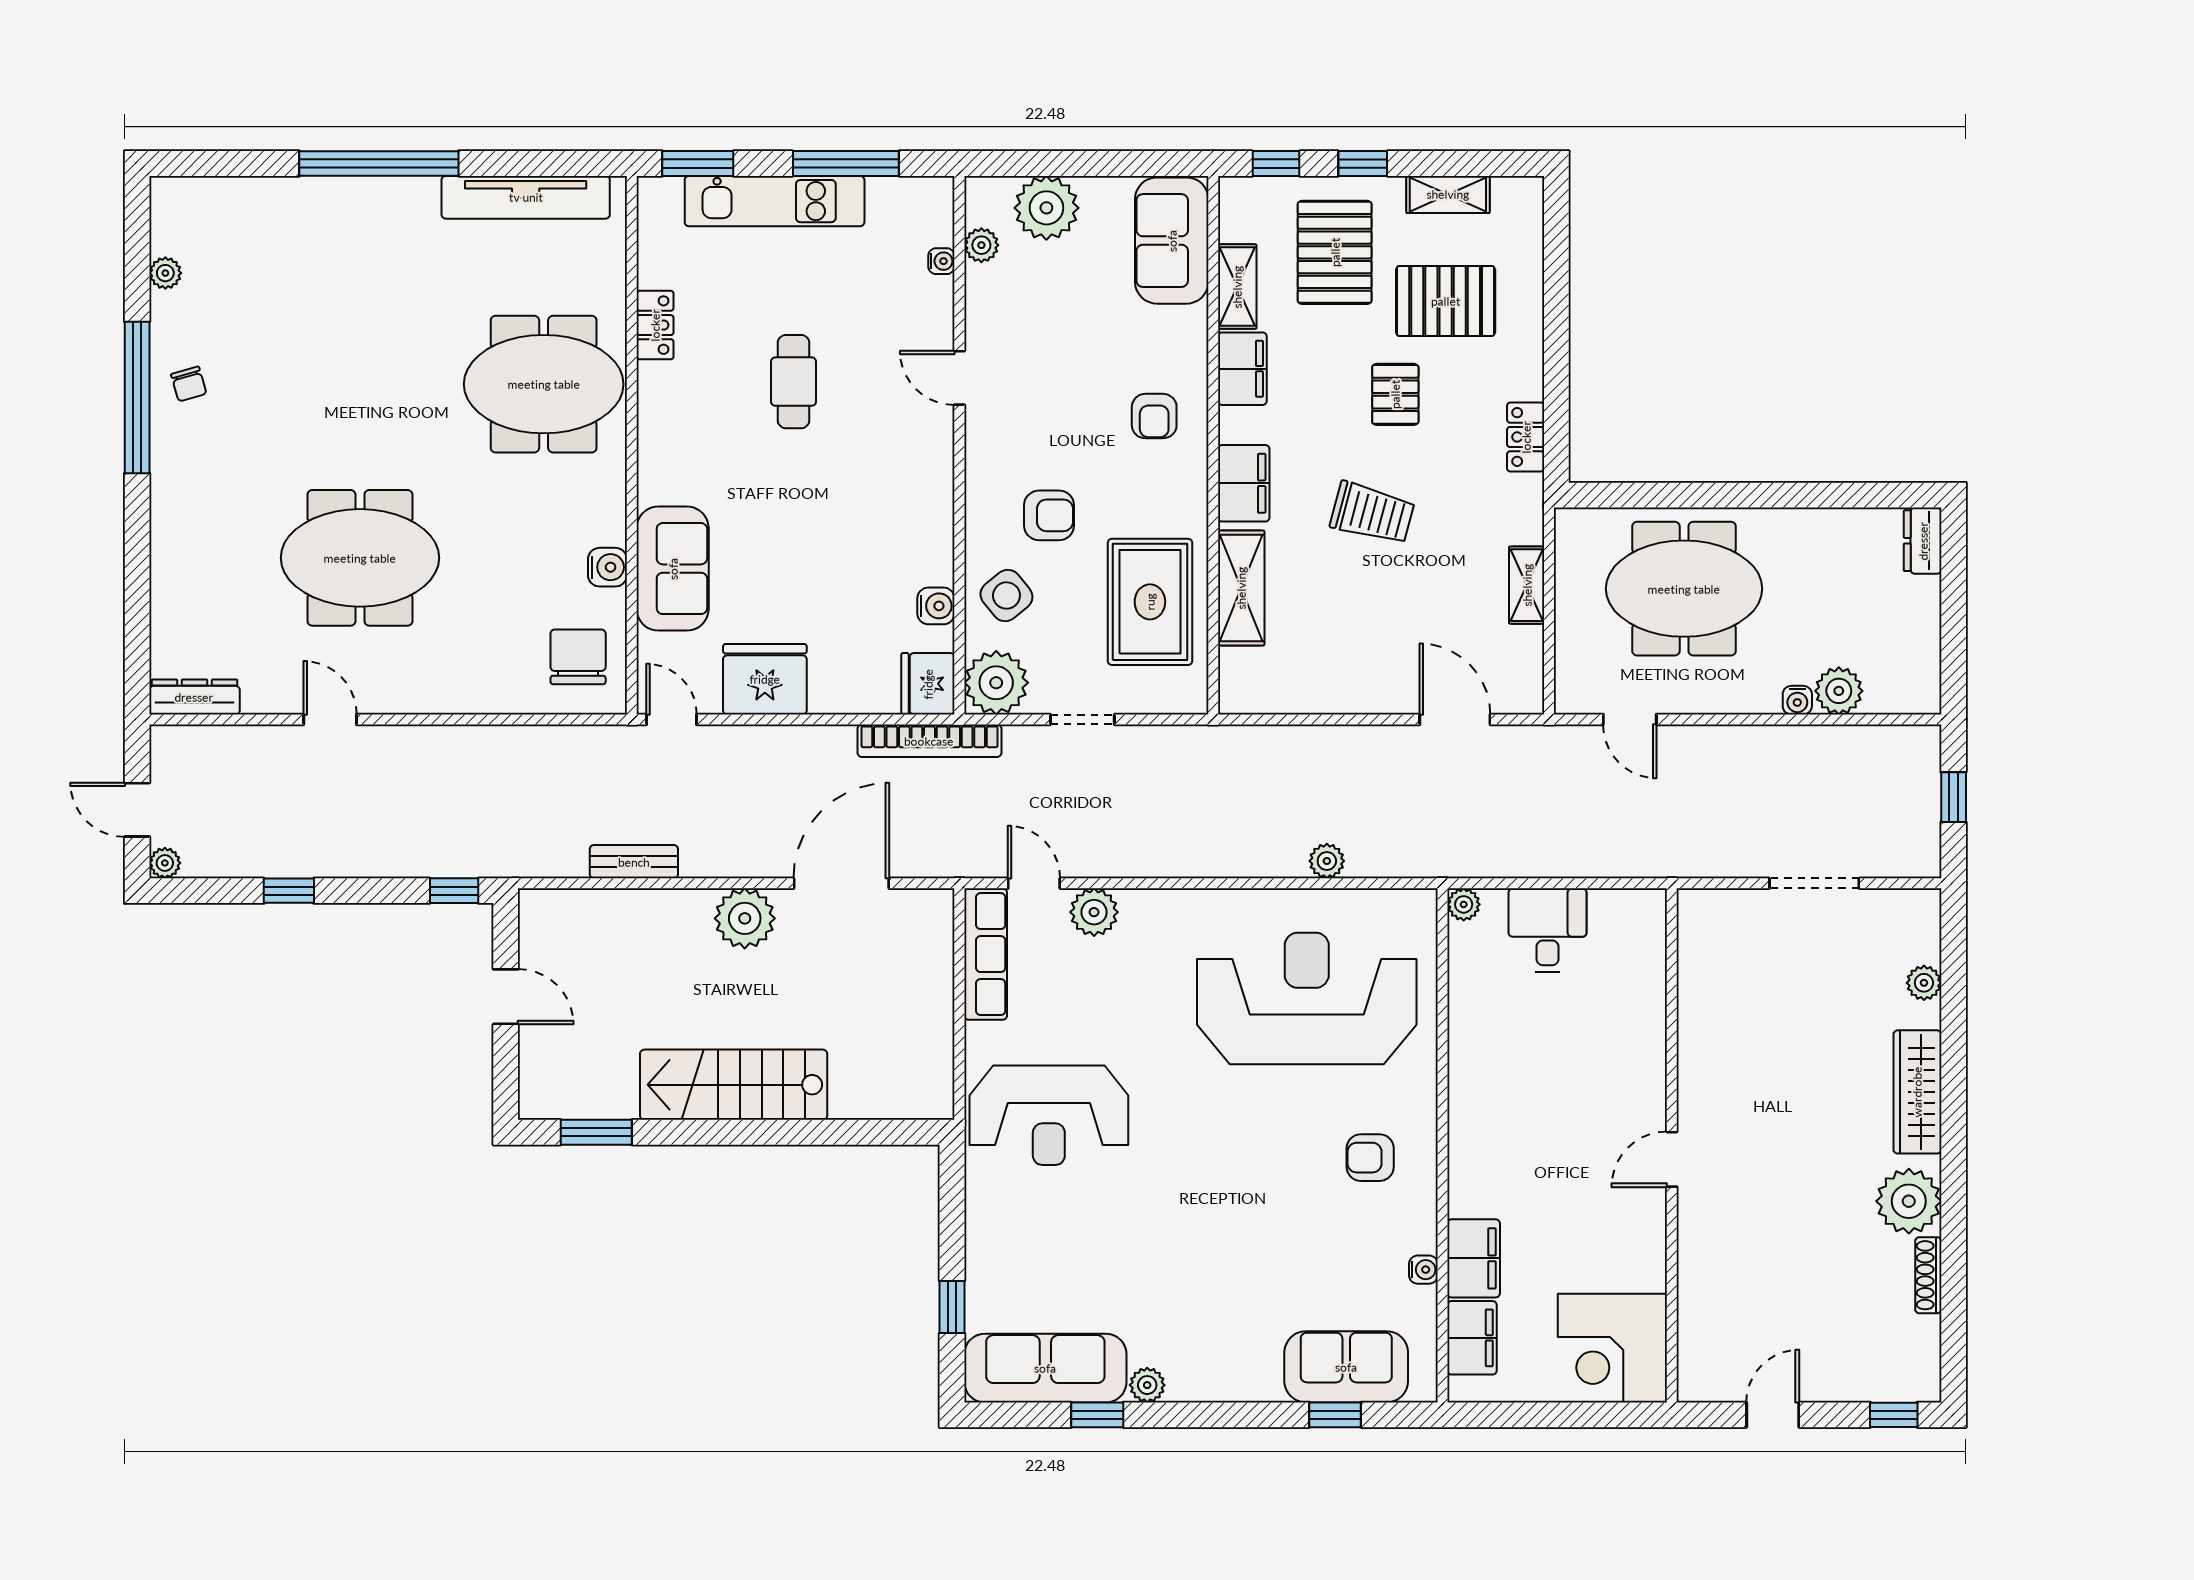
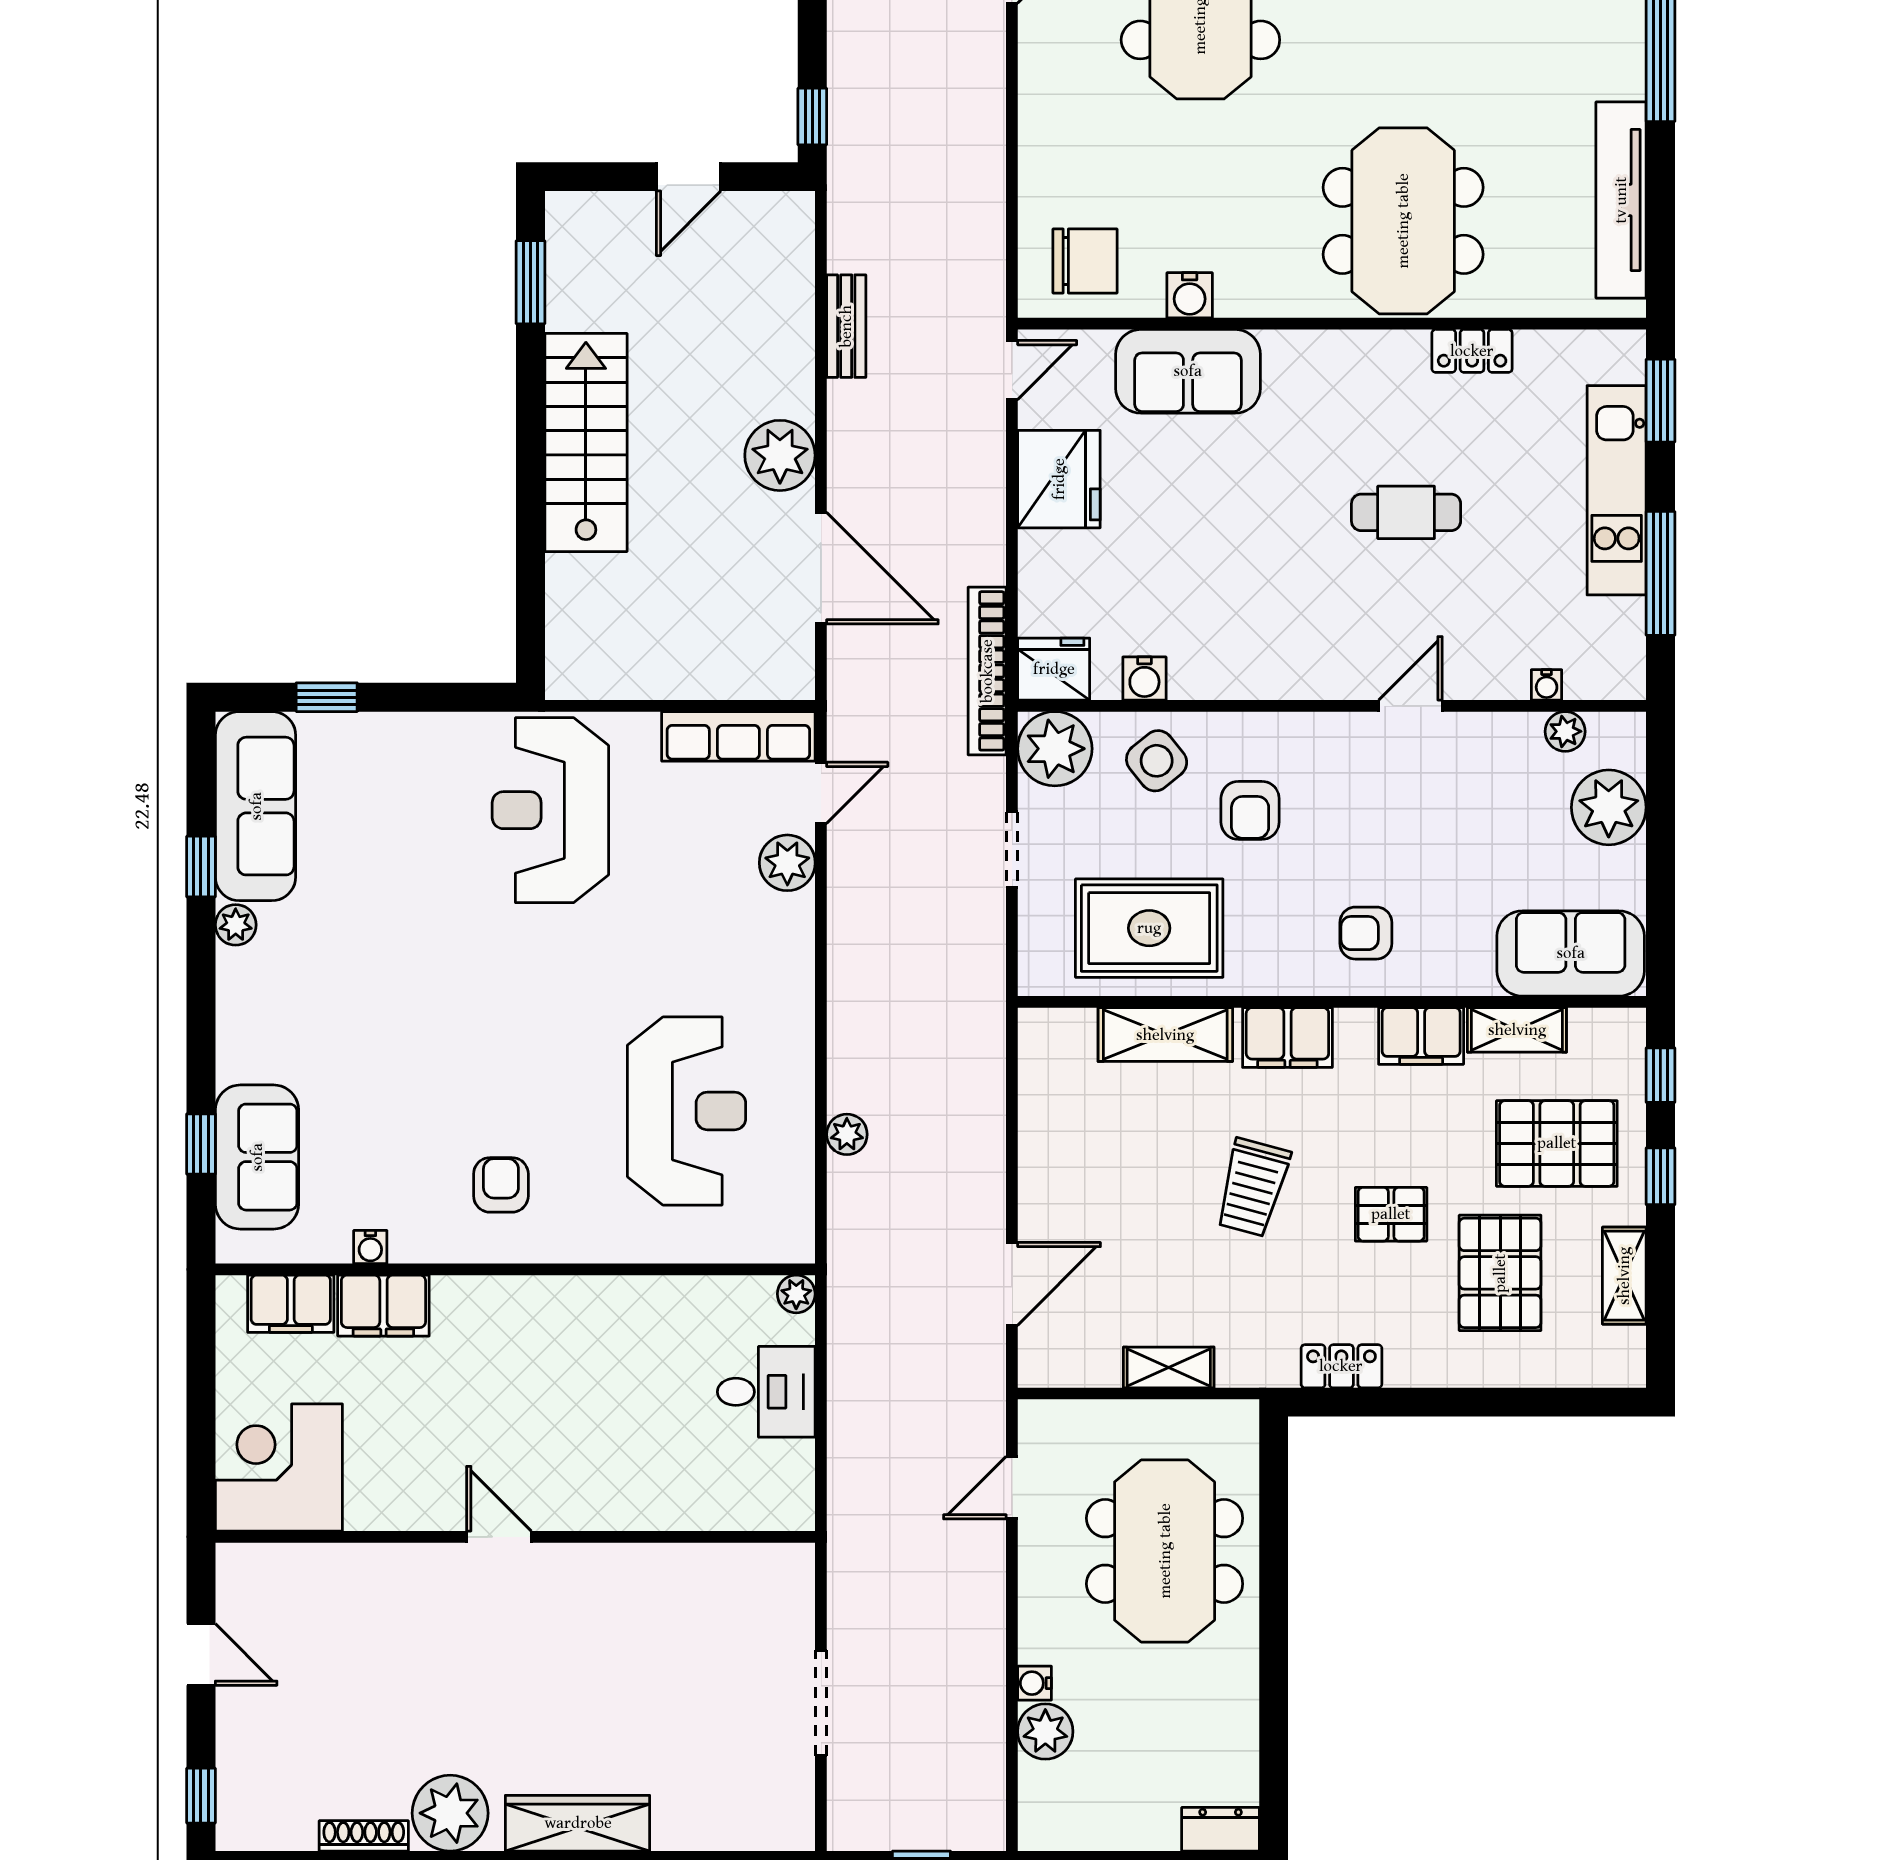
plant: (1924, 983) -> (705, 1831), removed
reception desk: (1307, 998) -> (687, 1111), width x0.74, depth x0.77

